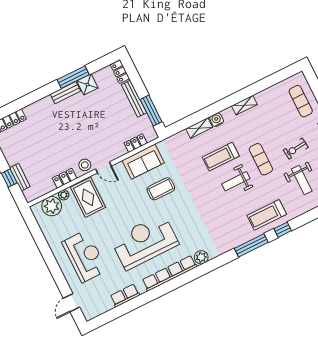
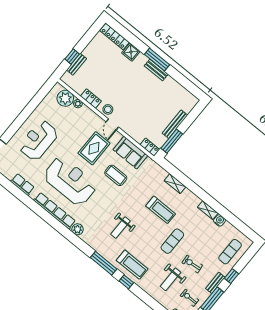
locker: (120, 72) -> (191, 104), removed
window: (73, 77) -> (157, 59), moved
shower: (87, 84) -> (131, 52), moved
water cooler: (217, 120) -> (219, 220), moved
locker: (136, 143) -> (150, 147), moved
treadmill: (221, 157) -> (161, 210), turned 180
weight bench: (236, 181) -> (120, 228), moved, turned -90
rug: (88, 197) -> (94, 148), moved
treadmill: (267, 215) -> (132, 265), turned 180
reception desk: (85, 256) -> (39, 140), turned 180

